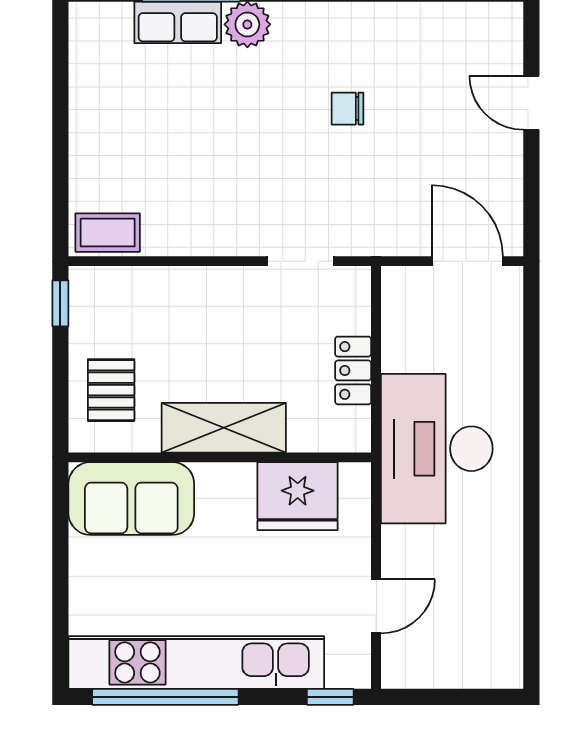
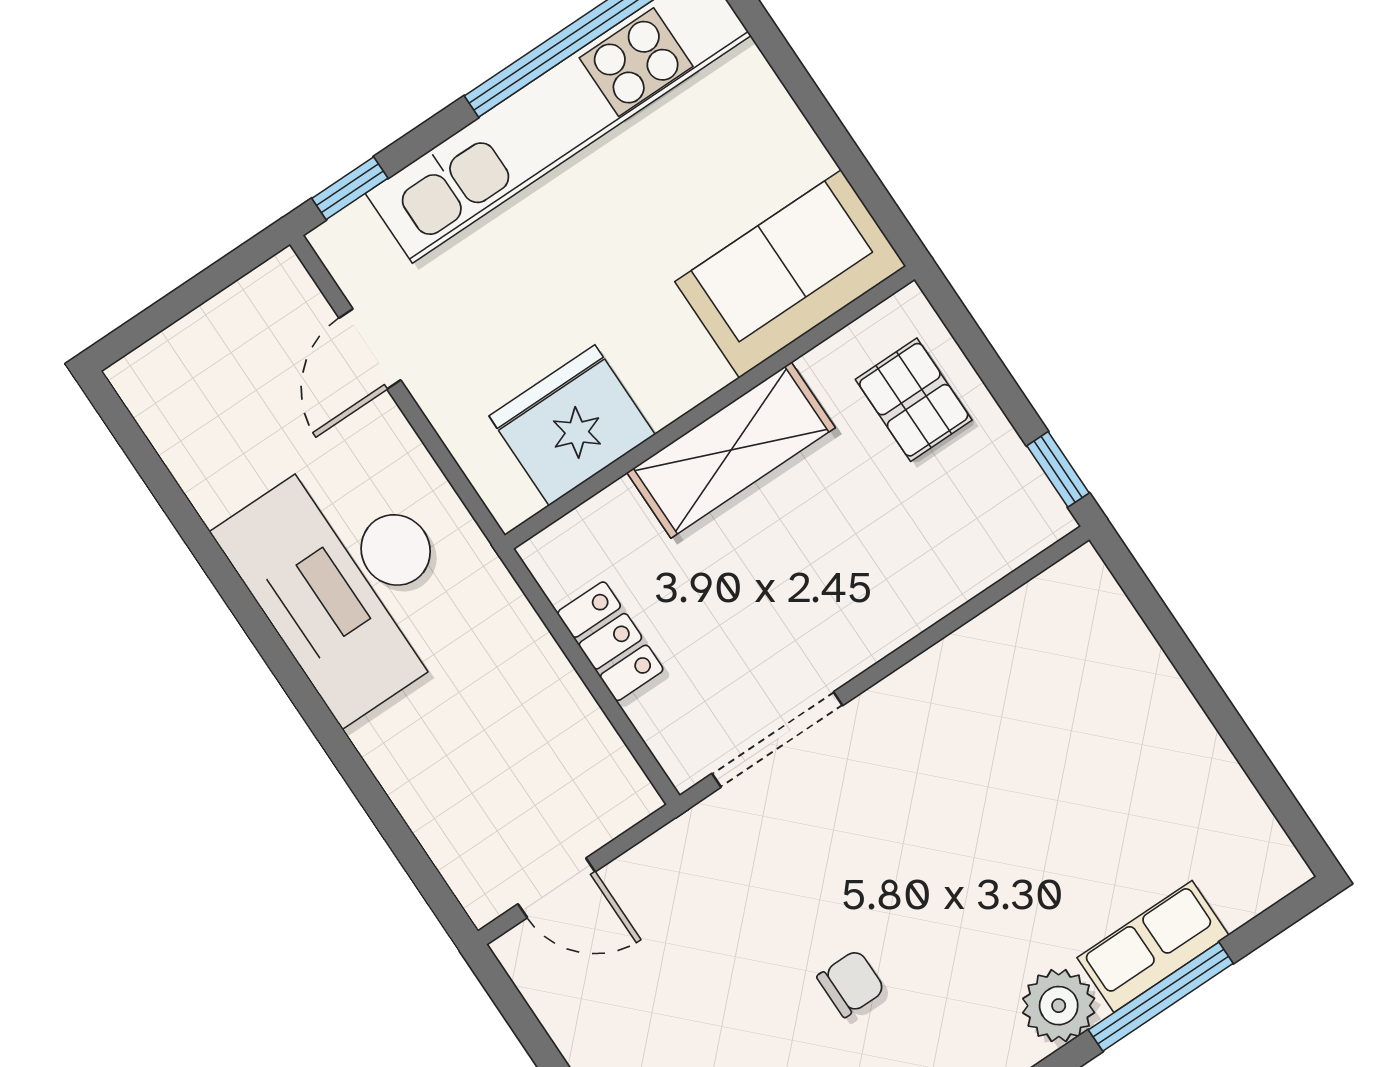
coffee table: (108, 233) -> (1059, 605), removed
doorway: (301, 261) -> (777, 740), width x1.38
door: (467, 261) -> (557, 888), width x0.73
desk: (437, 449) -> (350, 581), moved, turned 180

